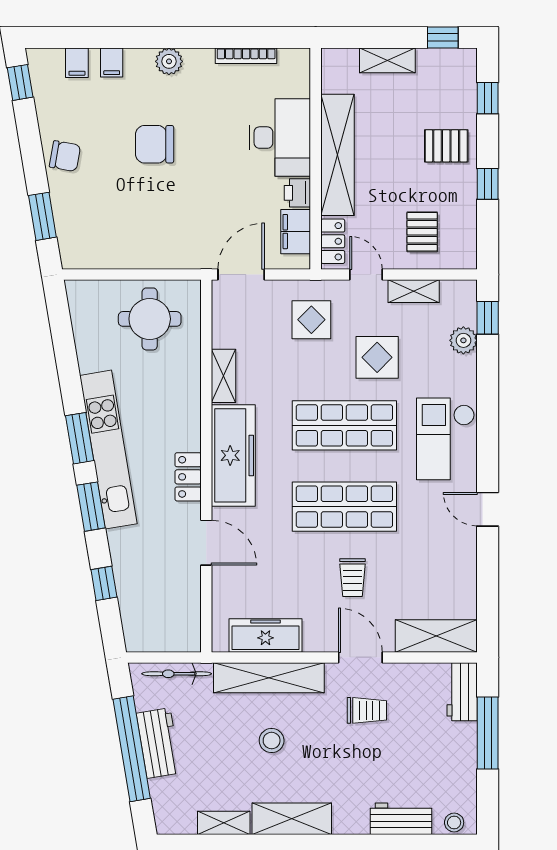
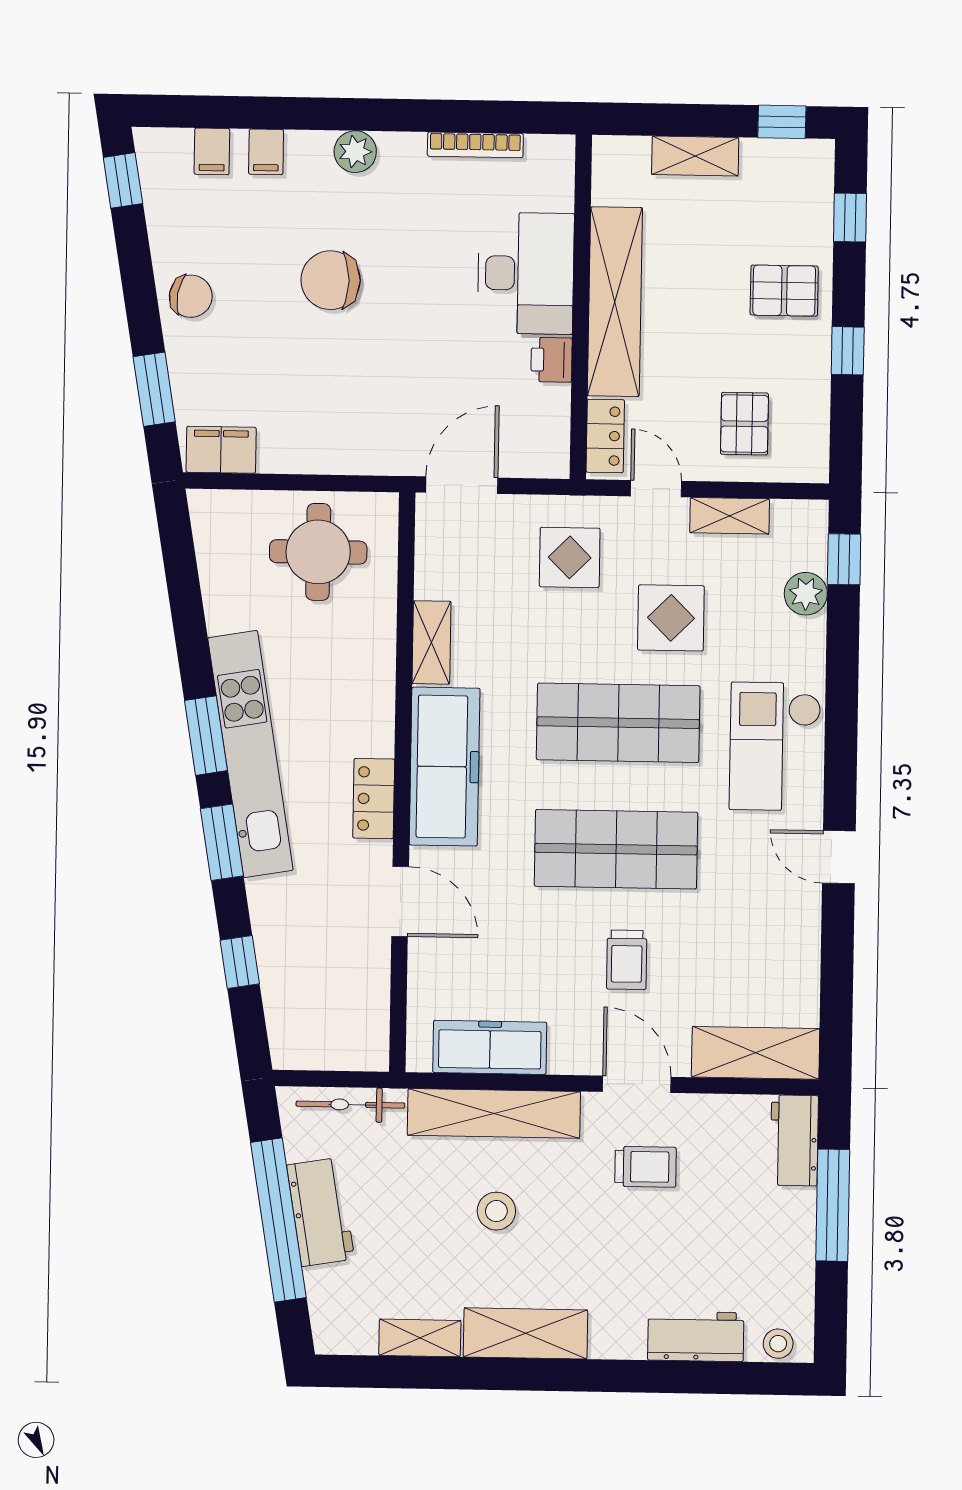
filing cabinet: (296, 232) -> (221, 450), moved, turned 90

